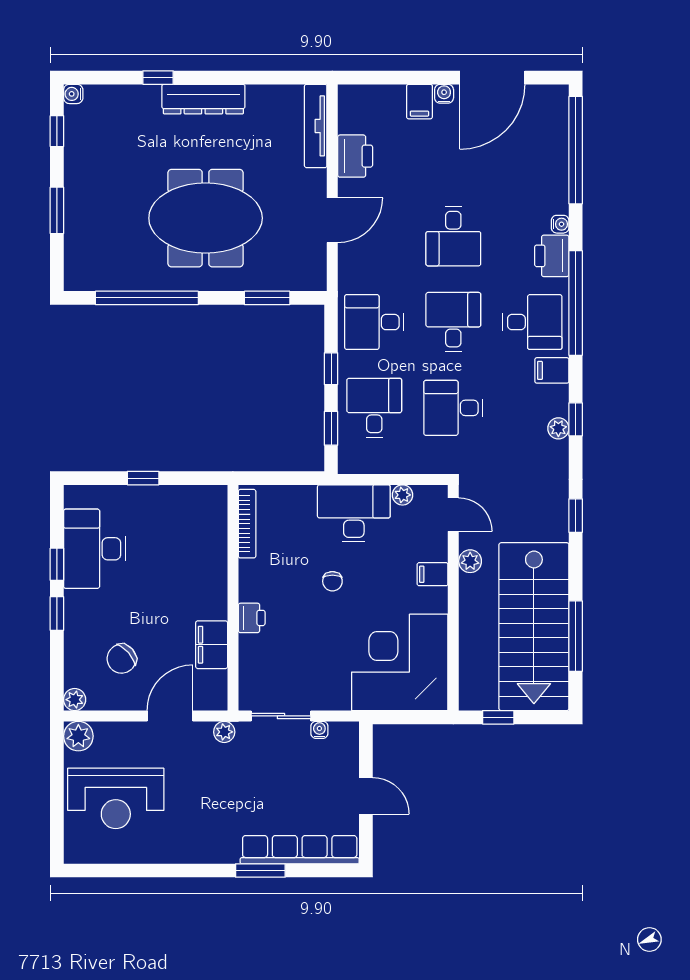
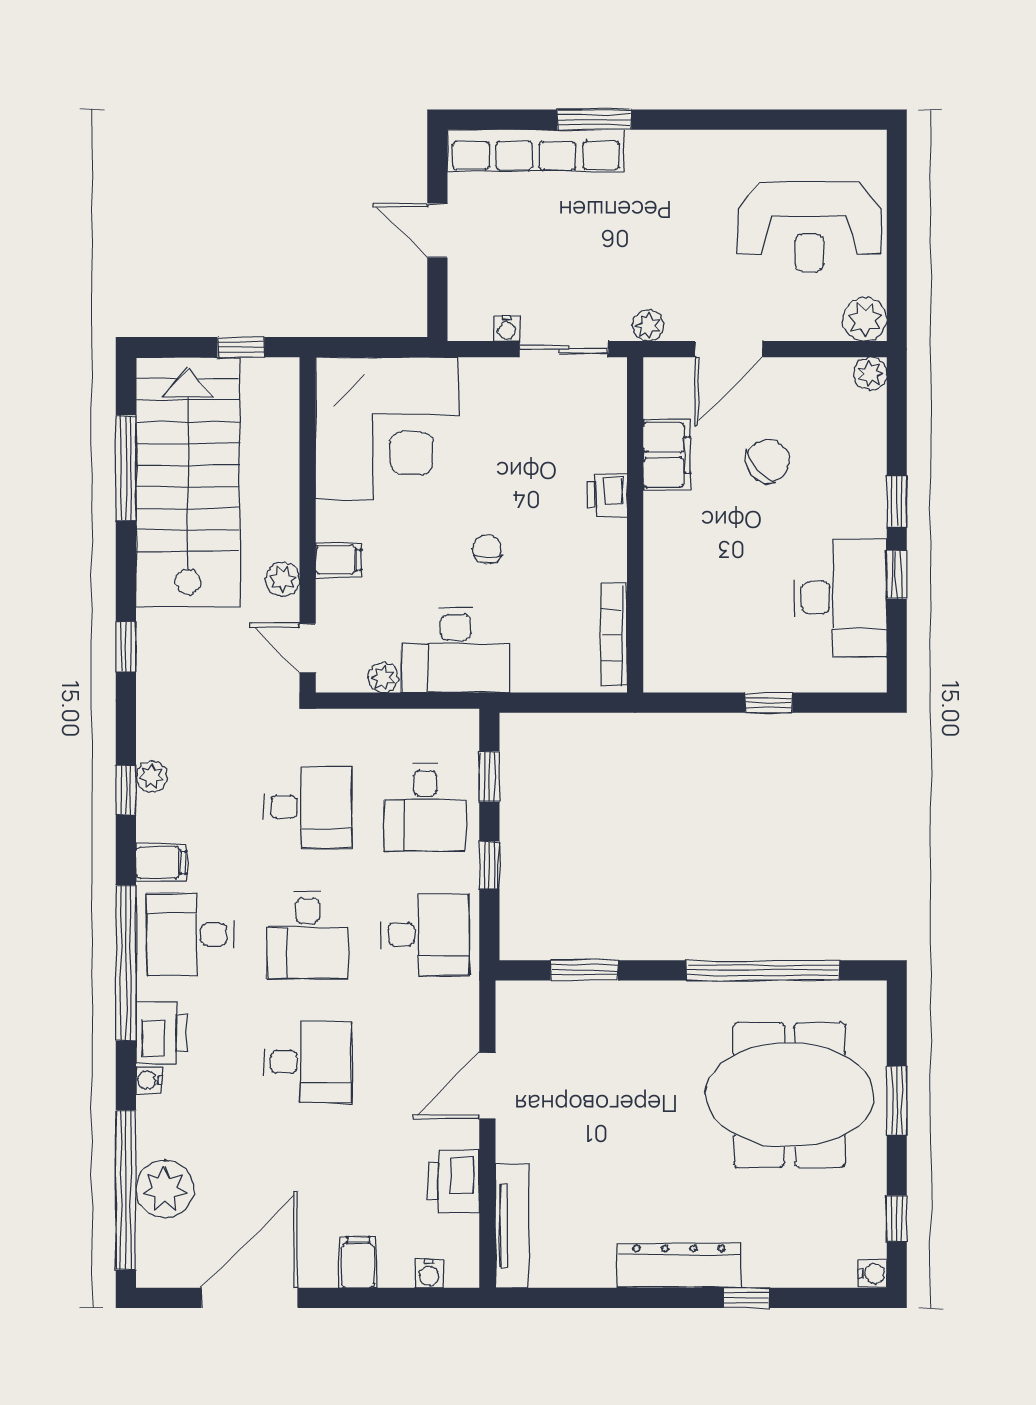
water cooler: (444, 94) -> (429, 1274), moved
plant: (550, 151) -> (165, 1189), added
meeting table: (206, 218) -> (790, 1095), moved
desk: (453, 236) -> (308, 1062), turned 90
chair: (122, 659) -> (768, 461), moved
reception desk: (116, 798) -> (809, 227), turned 180

